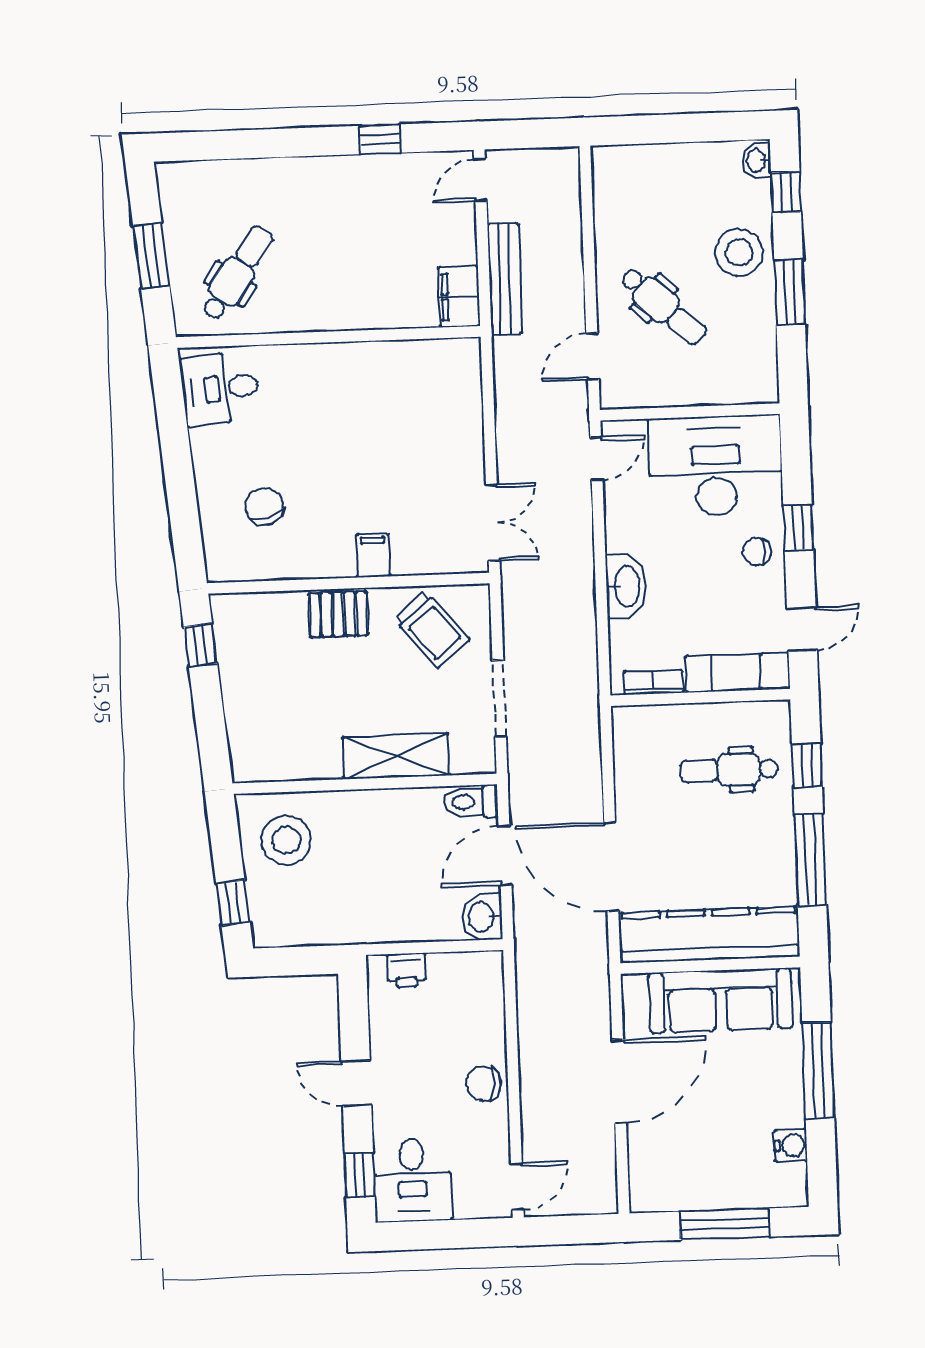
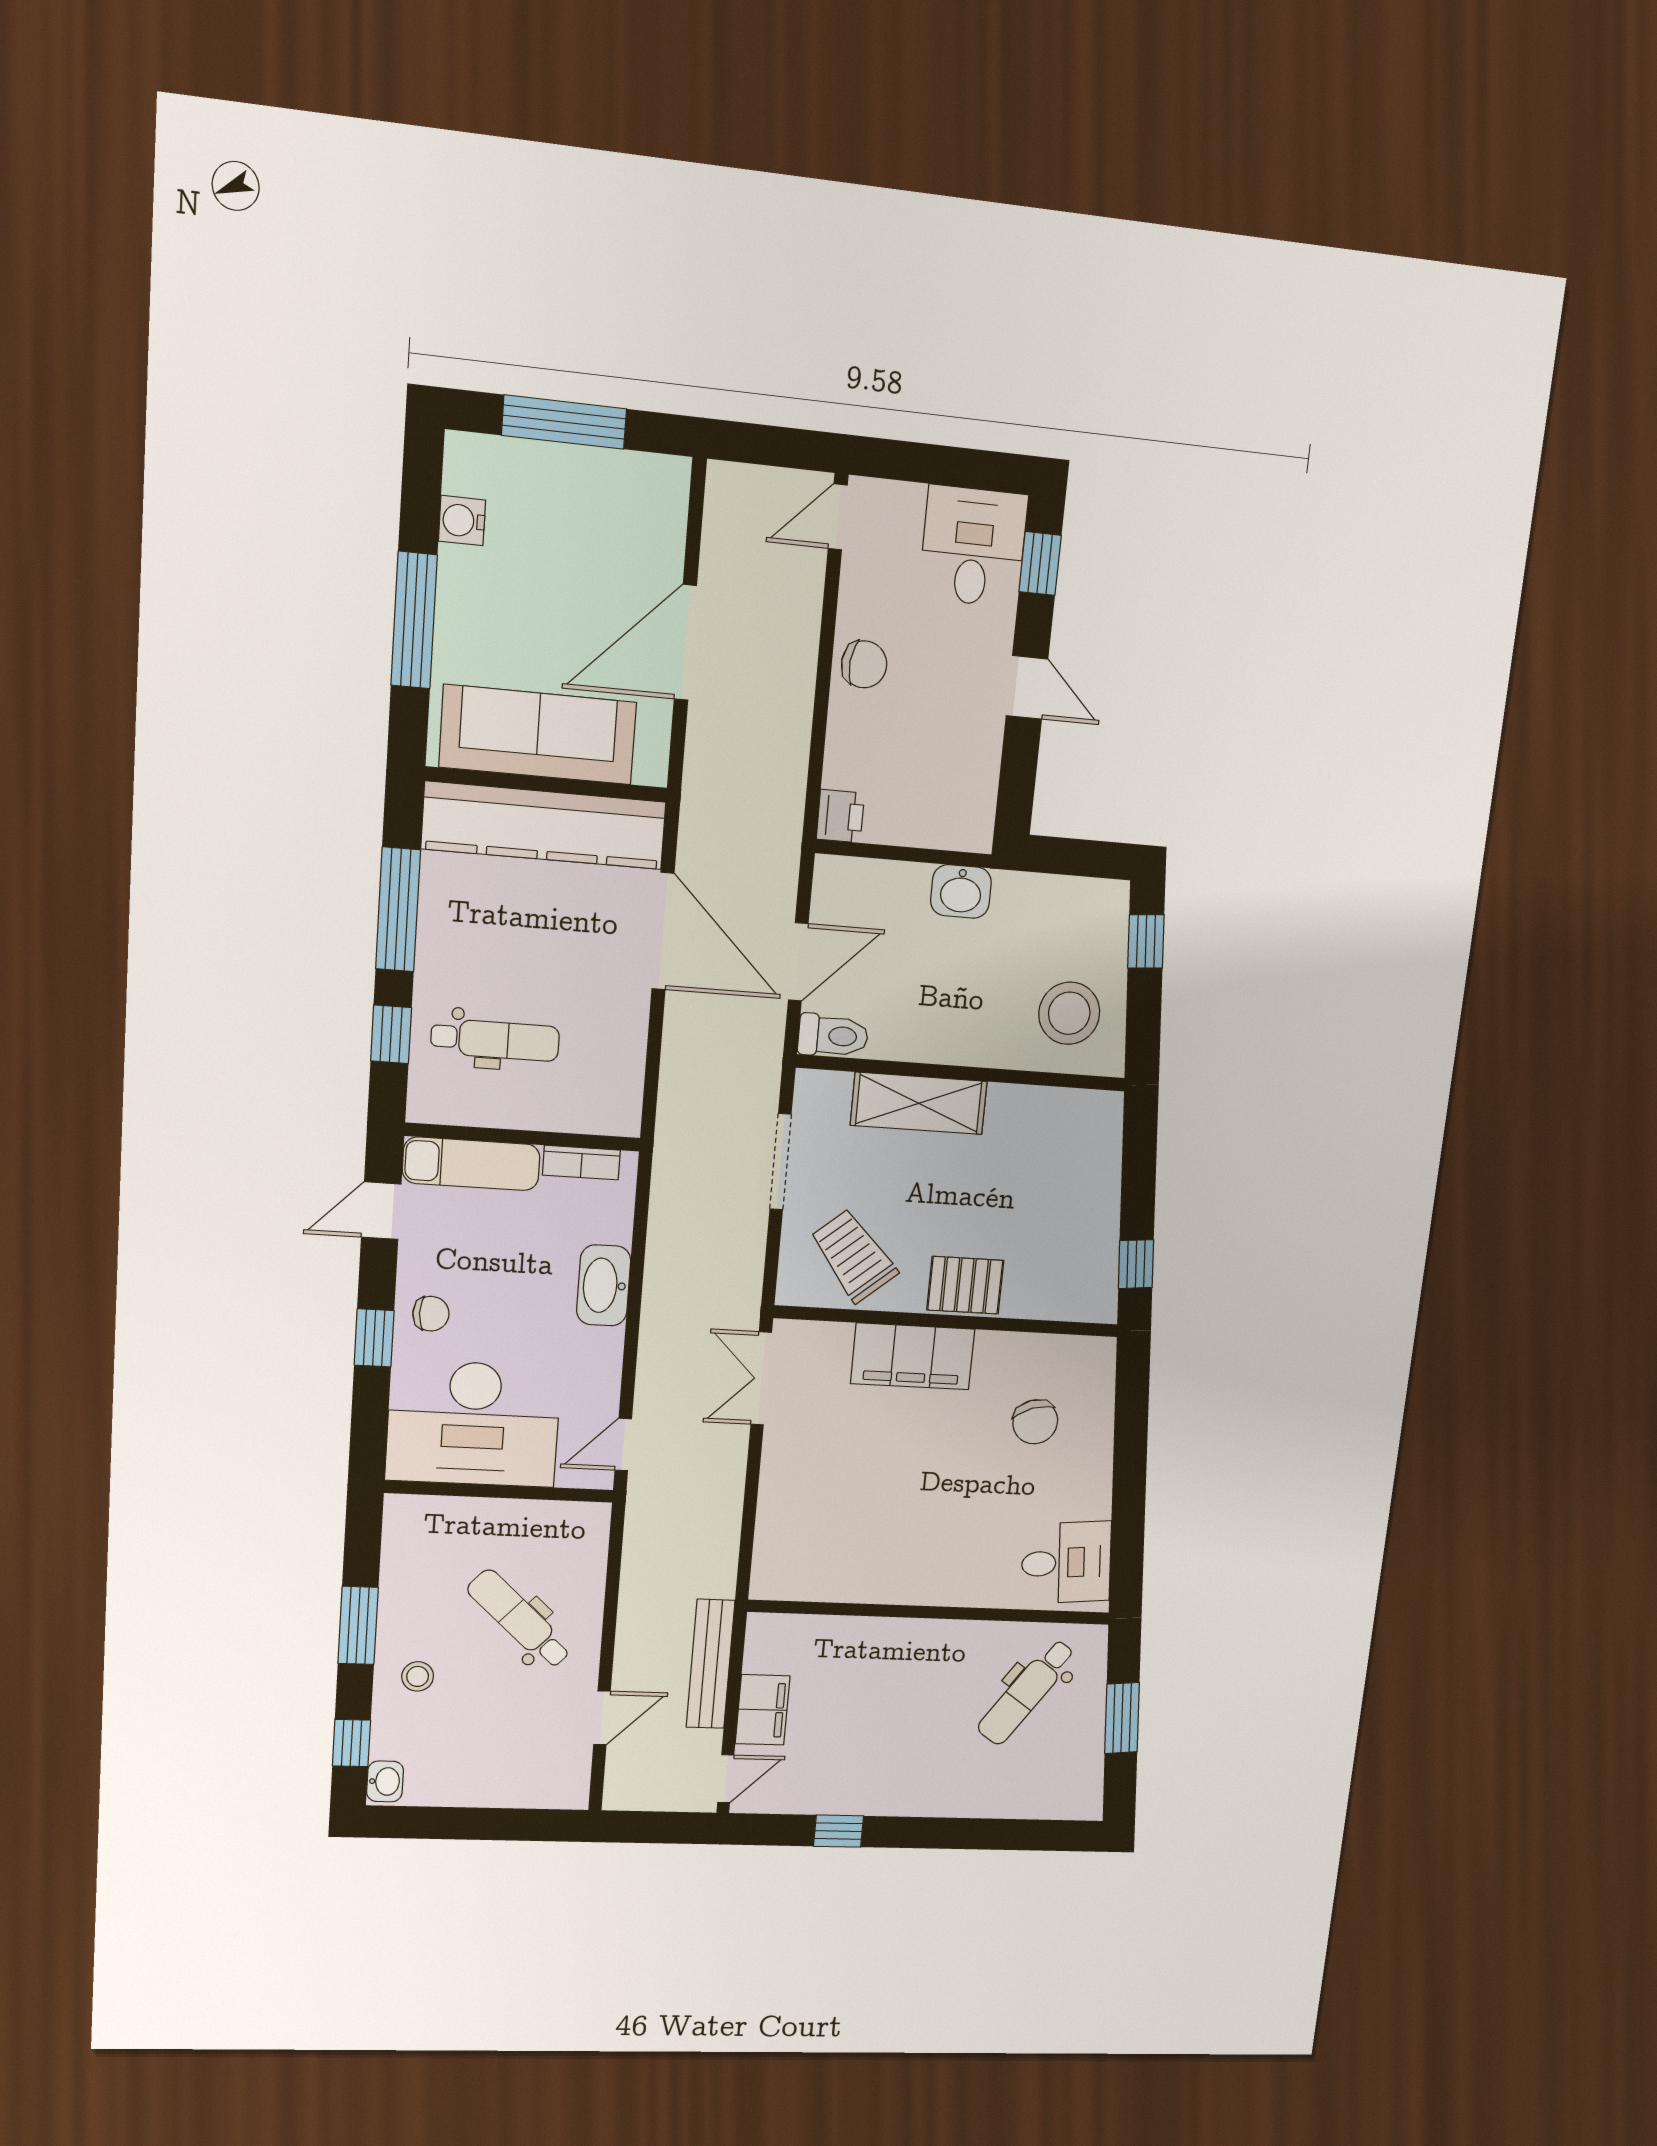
stool: (739, 252) -> (418, 1676), width x0.53, depth x0.53
filing cabinet: (459, 297) -> (763, 1710), moved
door: (593, 356) -> (602, 1718), moved
filing cabinet: (373, 555) -> (913, 1356), width x3.00, depth x1.17
washbasin: (482, 917) -> (961, 891), moved, turned 90
printer: (406, 971) -> (840, 816), moved, turned 90

